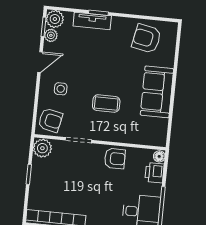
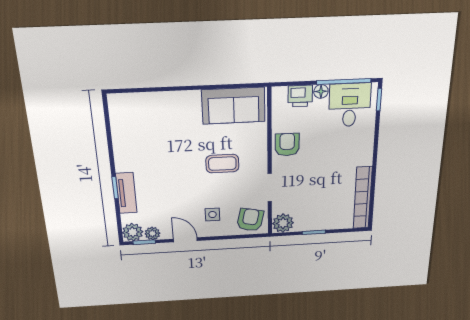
armchair: (147, 39) -> (135, 129), removed
sofa: (157, 92) -> (234, 106), moved
coffee table: (106, 103) -> (222, 164), turned 90
floor lamp: (159, 156) -> (321, 91), moved

